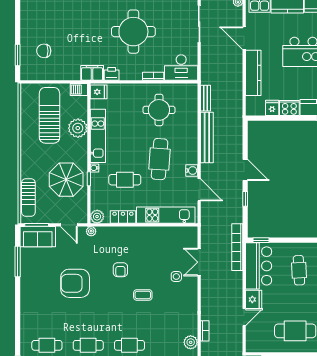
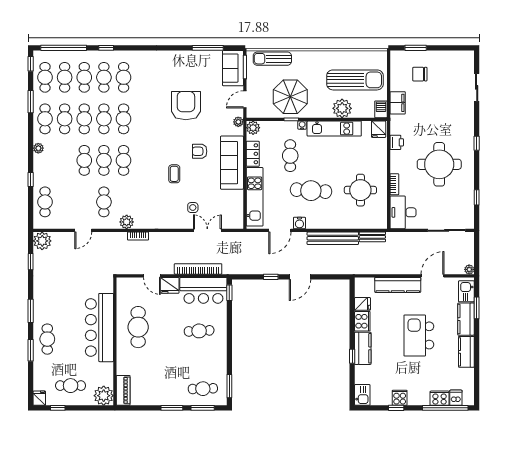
chair: (44, 51) -> (420, 74), turned -90
filing cabinet: (92, 73) -> (398, 103), moved
sofa: (132, 238) -> (232, 163), added
bookcase: (237, 247) -> (198, 269), moved

